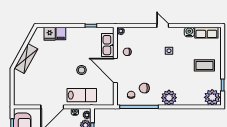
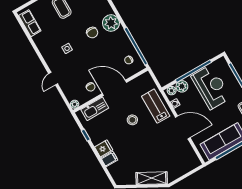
door: (163, 26) -> (53, 79), moved
water cooler: (189, 32) -> (38, 39), removed
fridge: (50, 34) -> (104, 148), moved
door: (115, 70) -> (114, 88), swing flipped
chair: (144, 88) -> (92, 33), moved

